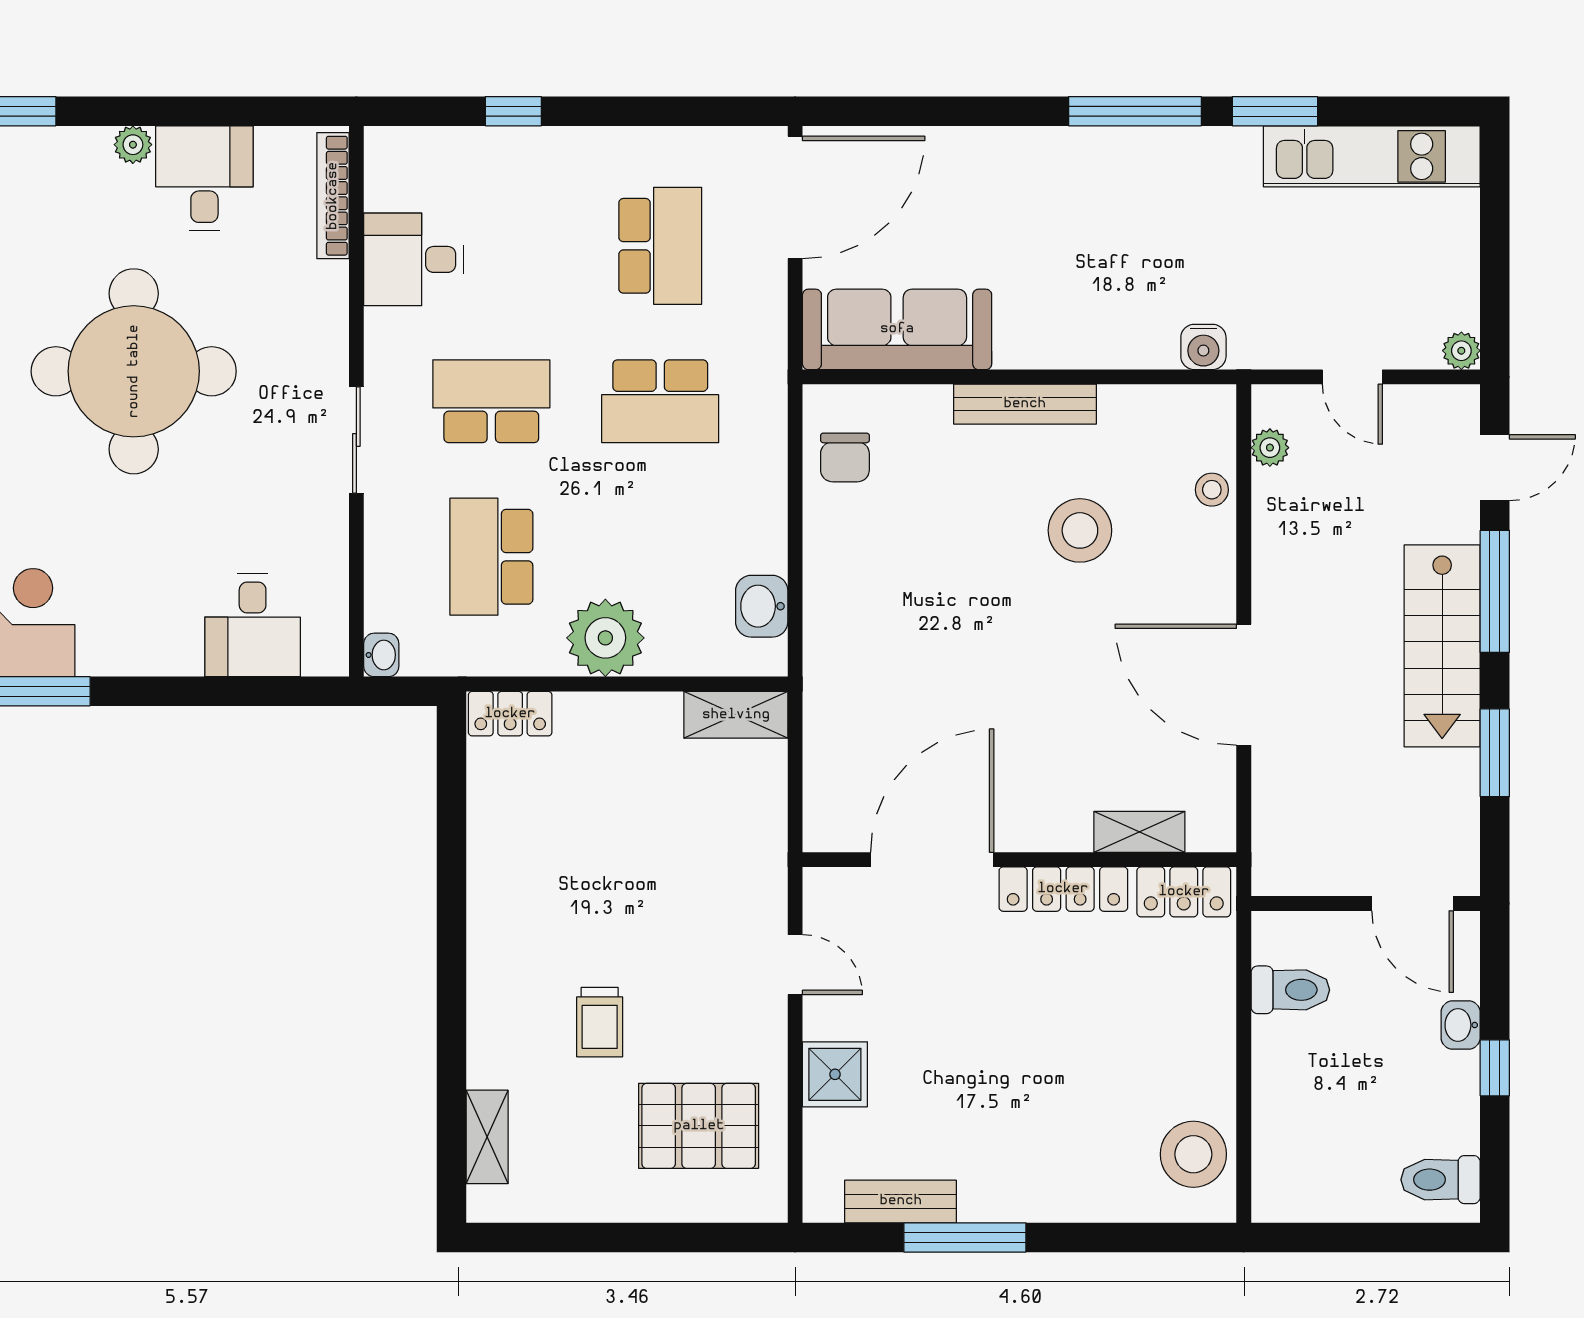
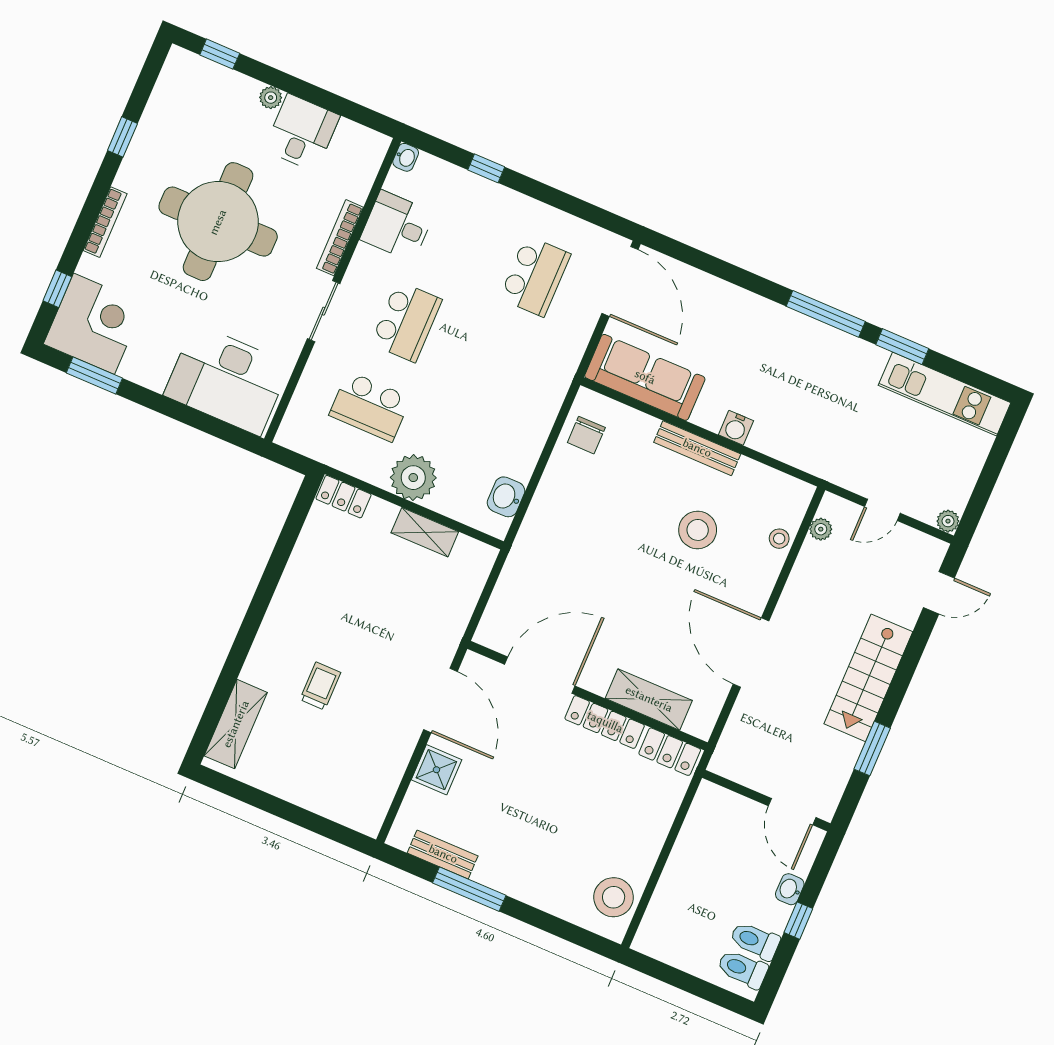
bookcase: (333, 196) -> (340, 238), moved
door: (795, 197) -> (620, 281), hinge flipped
water cooler: (1203, 347) -> (736, 428), moved
door: (1352, 377) -> (882, 510), hinge flipped
school desk: (491, 401) -> (406, 322), turned 90
school desk: (660, 401) -> (499, 361), removed
school desk: (491, 557) -> (370, 407), turned -90
window: (1495, 591) -> (910, 660), removed
desk: (253, 625) -> (227, 380), width x1.87, depth x1.30
washbasin: (381, 655) -> (406, 157), moved
shelving: (736, 715) -> (425, 532), moved
shelving: (1139, 832) -> (649, 699), width x1.50, depth x1.33
door: (795, 965) -> (440, 700), width x1.88
toilet: (1290, 990) -> (755, 941), moved, turned 180
trolley: (600, 1022) -> (320, 686), turned 180
pallet: (699, 1126) -> (350, 766), removed
shelving: (487, 1137) -> (236, 724), width x1.50, depth x1.33

